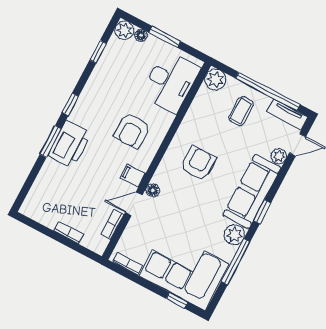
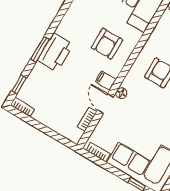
window: (70, 104) -> (19, 84), moved
door: (134, 204) -> (105, 103), hinge flipped
bookcase: (69, 233) -> (22, 107), moved

